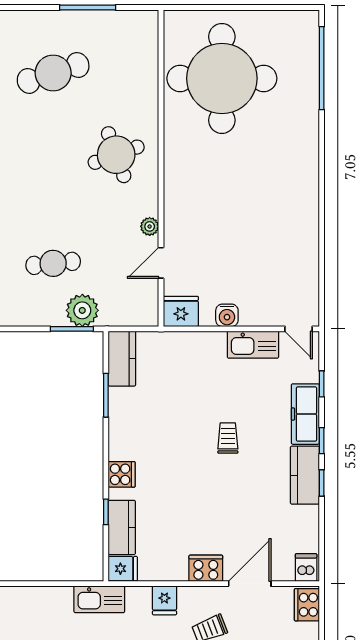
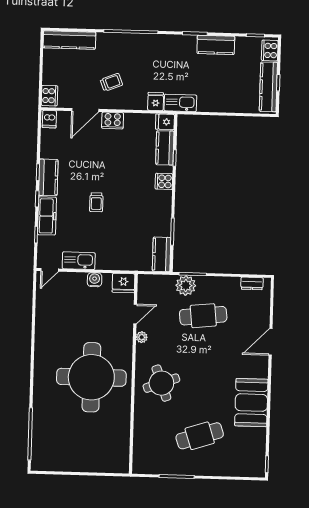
round table: (222, 78) -> (91, 377), moved
cafe table: (53, 263) -> (203, 316), width x1.37, depth x1.35
door: (299, 329) -> (50, 270), swing flipped
fridge: (164, 600) -> (156, 102), moved

